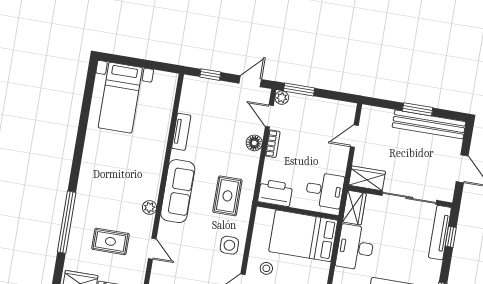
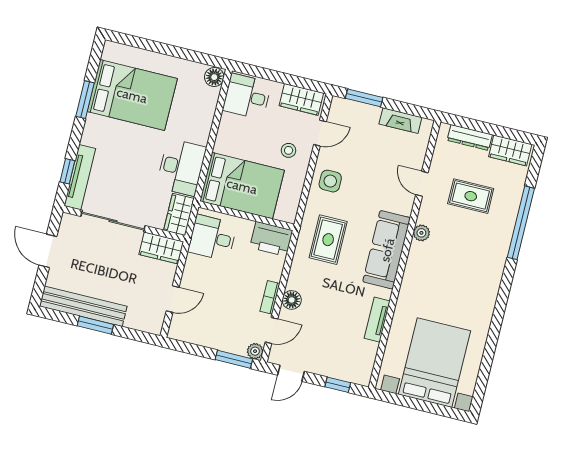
bed with nightstands: (120, 98) -> (434, 363), width x1.36
door: (269, 116) -> (271, 330), hinge flipped

